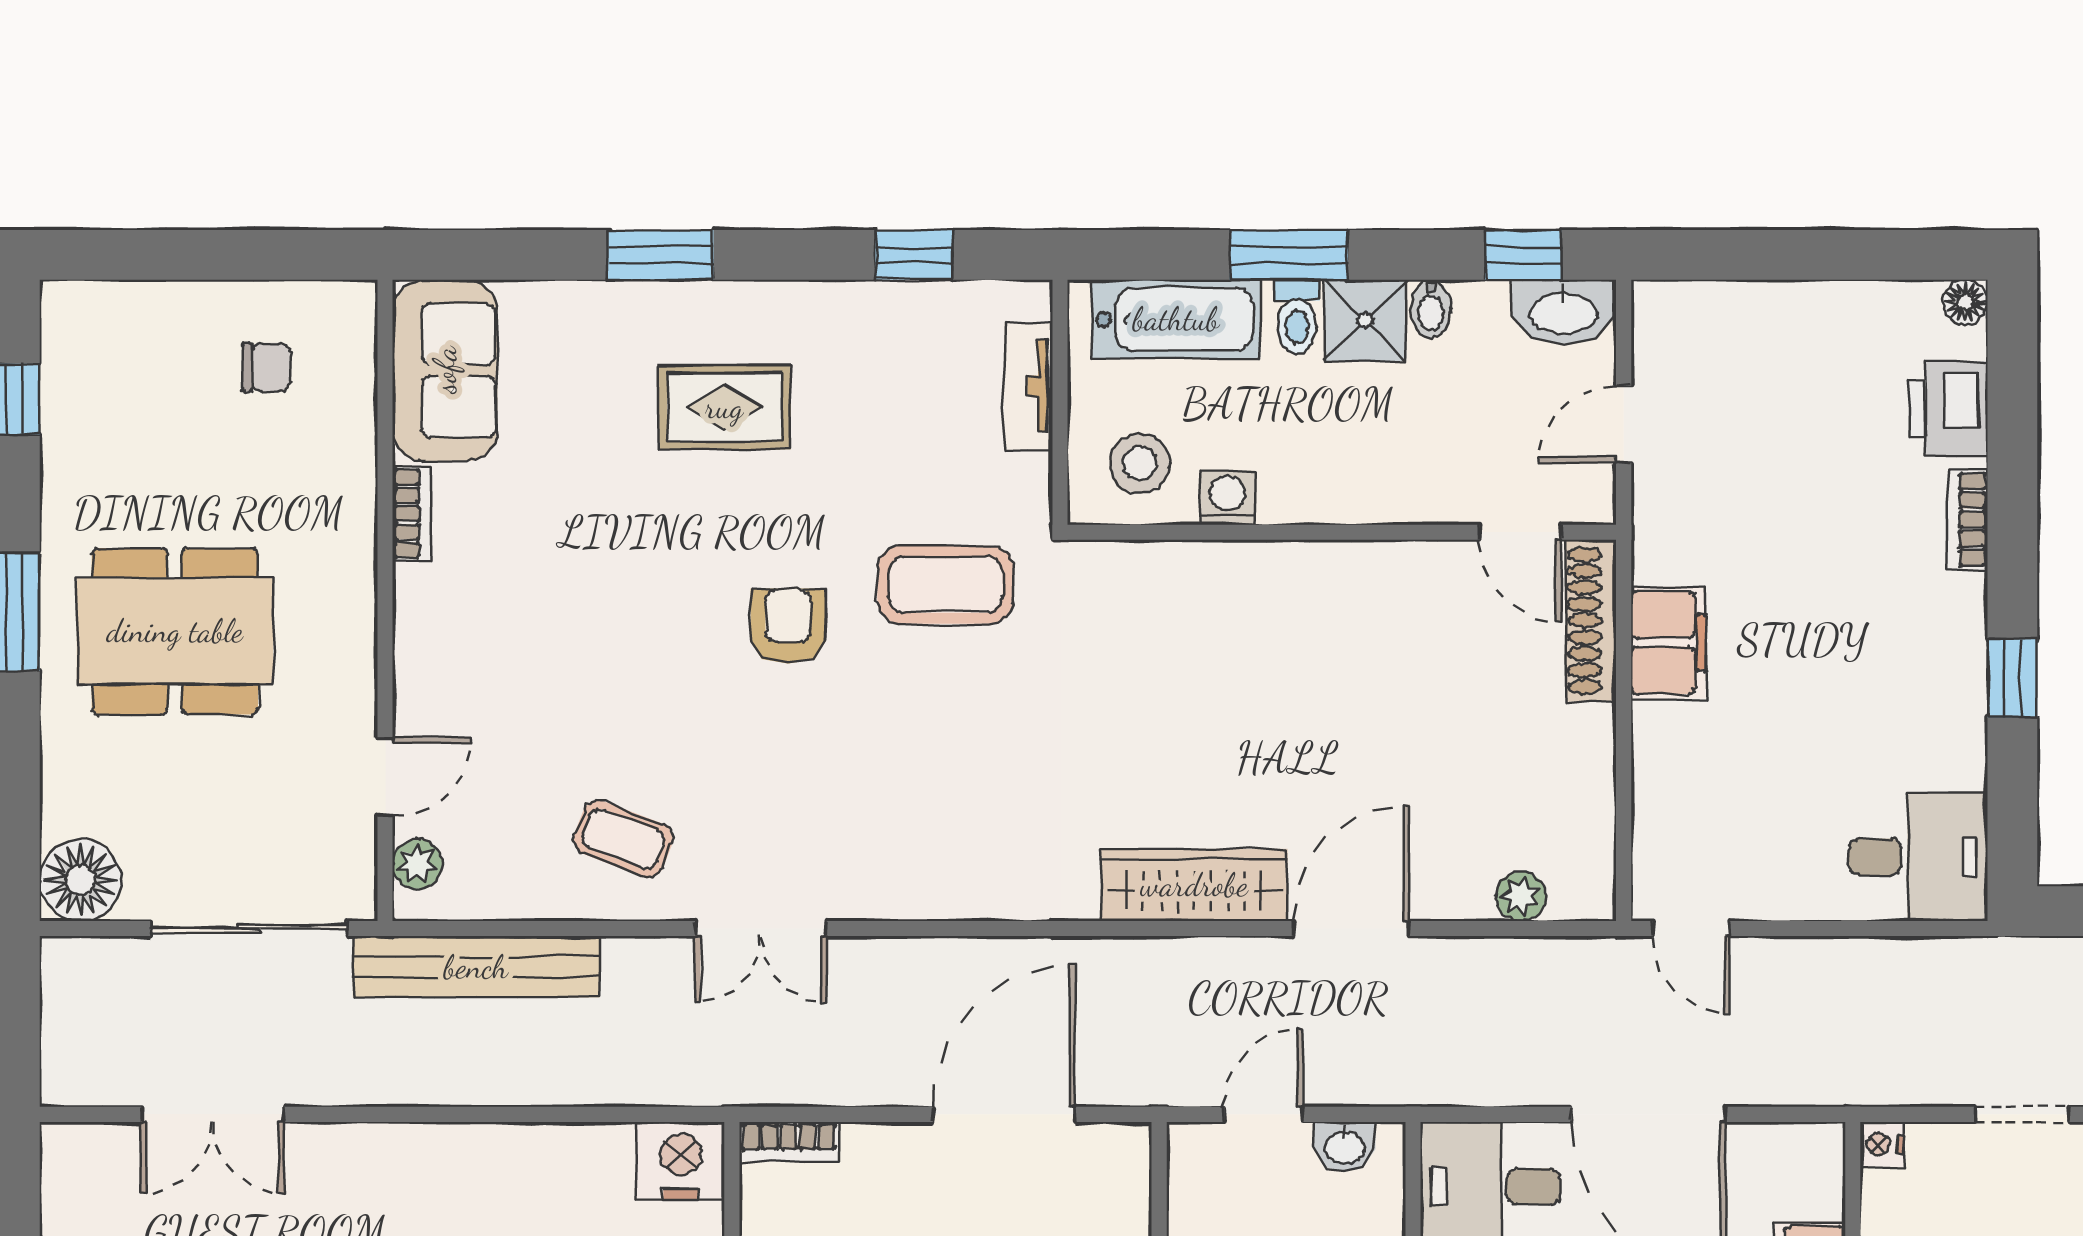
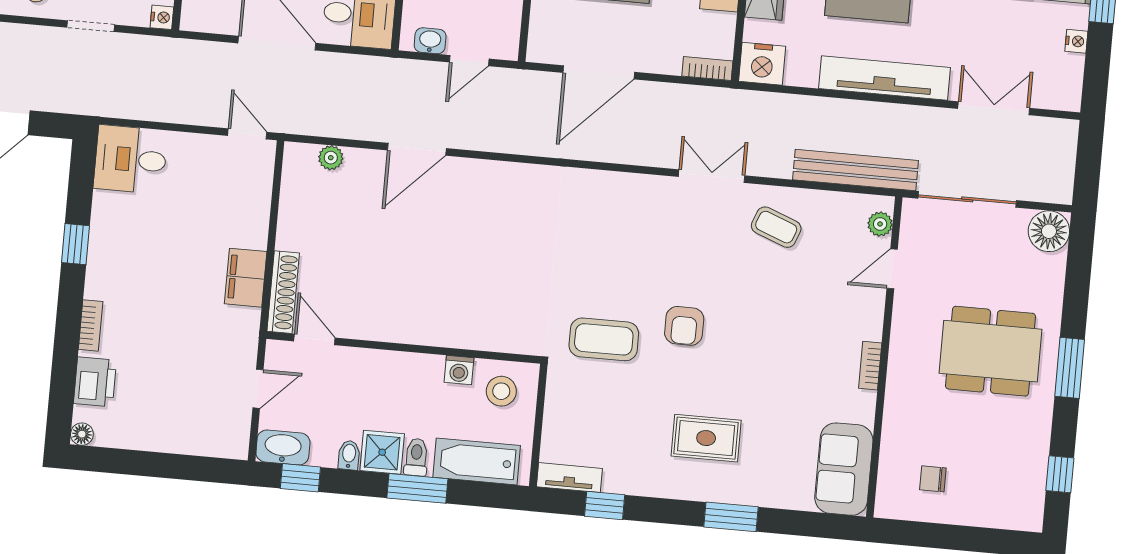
tv unit: (1028, 386) -> (569, 478), moved, turned -90
bookcase: (411, 514) -> (870, 366), moved
wardrobe: (1194, 885) -> (493, 178), removed
tv unit: (435, 1155) -> (885, 78), added

